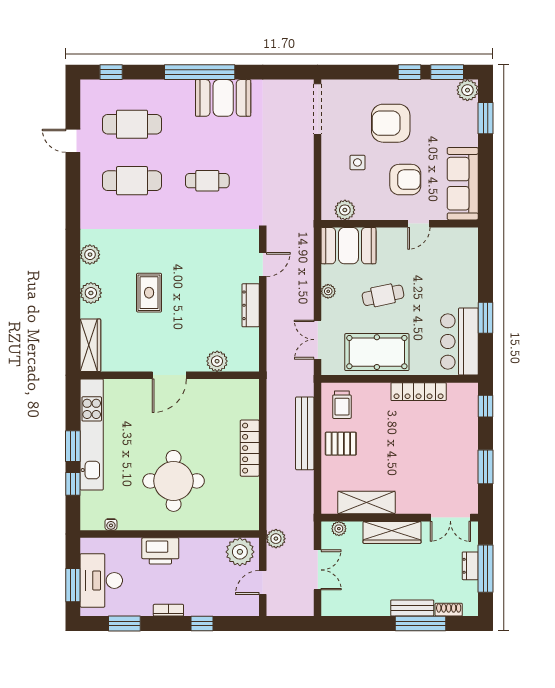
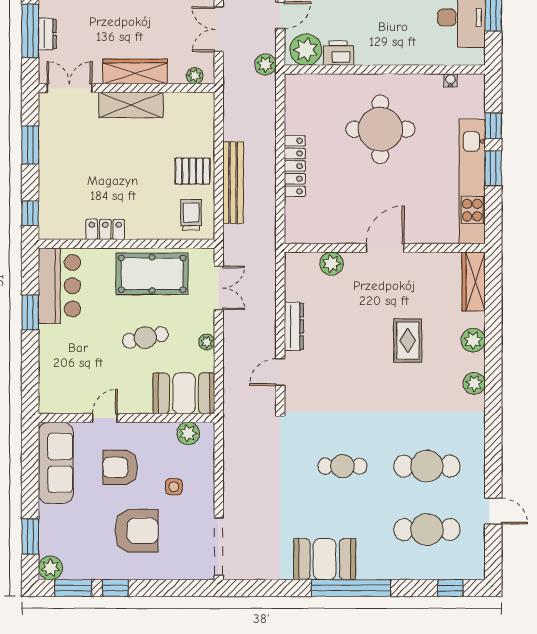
locker: (419, 392) -> (105, 229), width x0.66
shelving: (366, 503) -> (131, 105), moved
printer: (160, 551) -> (338, 53), moved, width x0.73, depth x0.84

